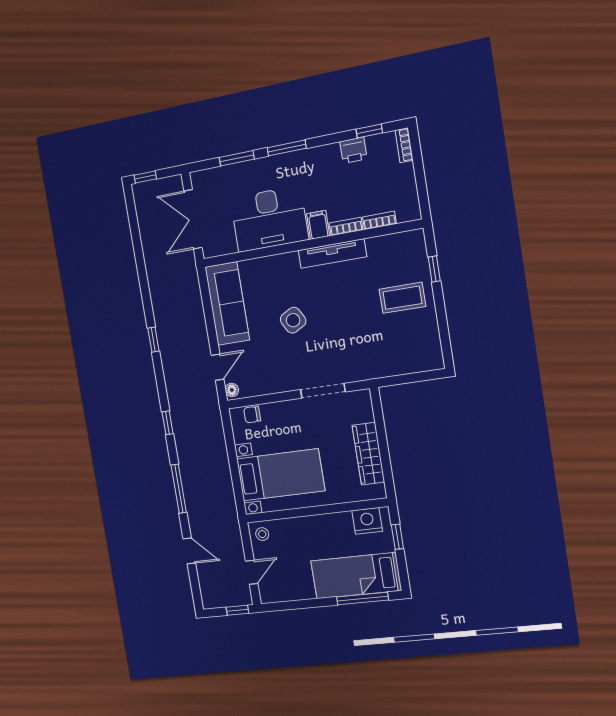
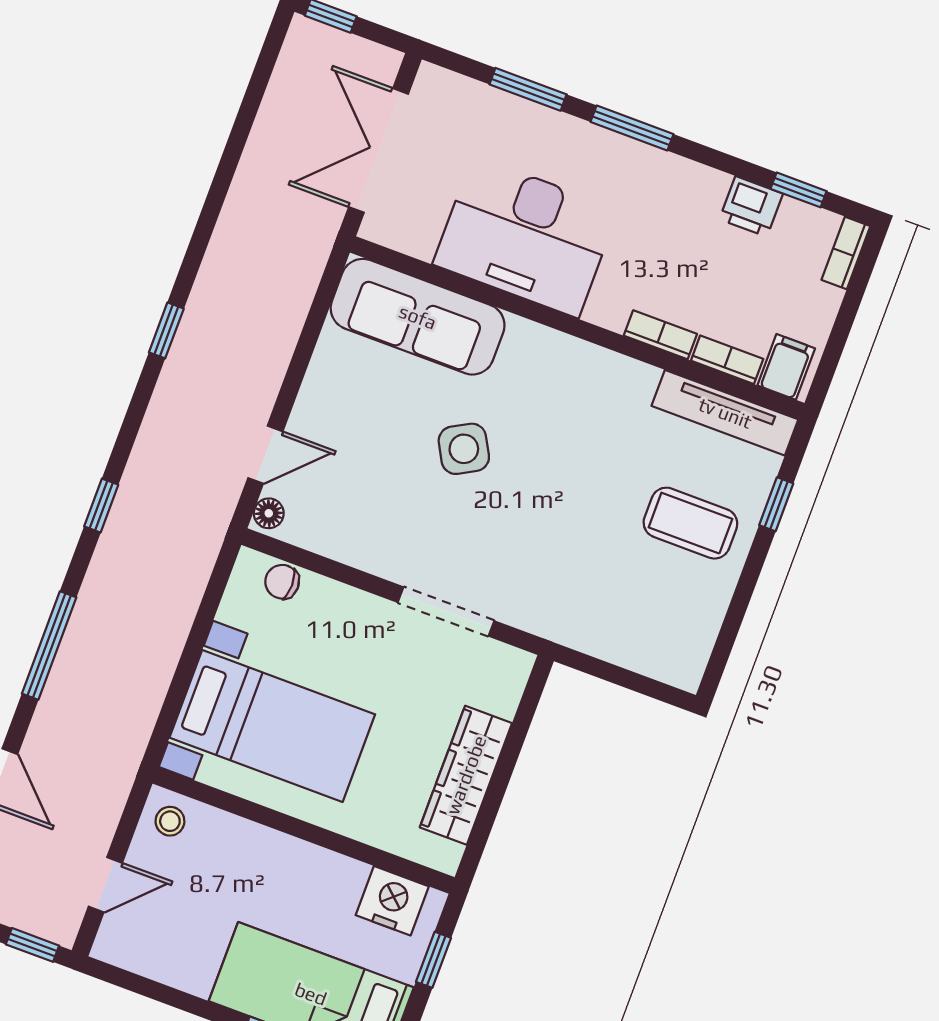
filing cabinet: (318, 225) -> (786, 367), moved
tv unit: (332, 254) -> (725, 413), moved
sofa: (227, 304) -> (418, 317), moved, turned 90

